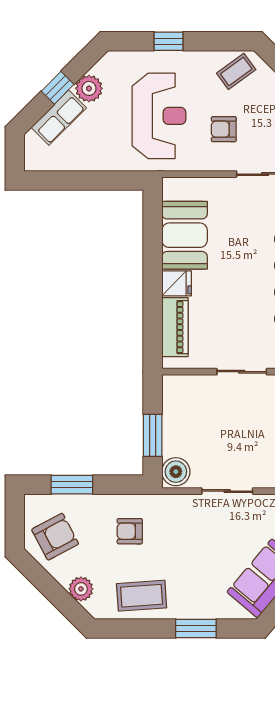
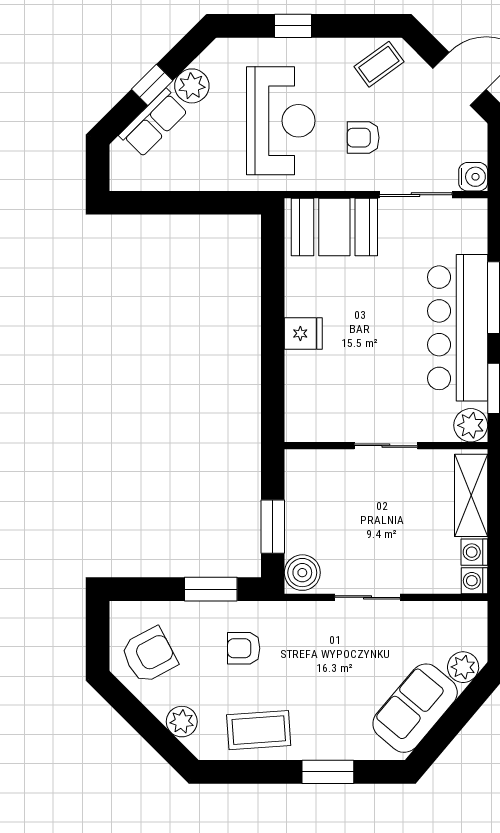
booth: (185, 235) -> (334, 227), moved, turned 90
piano: (175, 327) -> (301, 389), removed
window: (72, 485) -> (211, 589), moved

